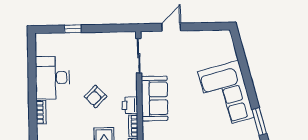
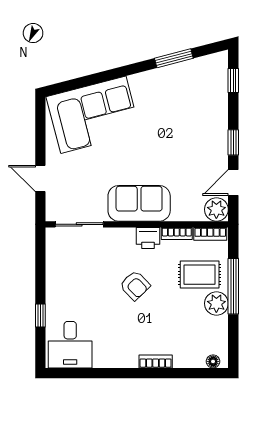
desk: (53, 78) -> (70, 345), moved, width x0.73
corner sofa: (226, 94) -> (93, 115), moved

